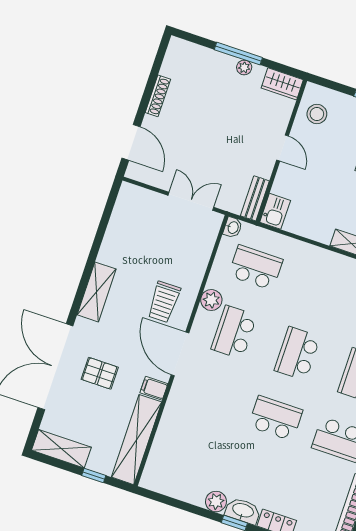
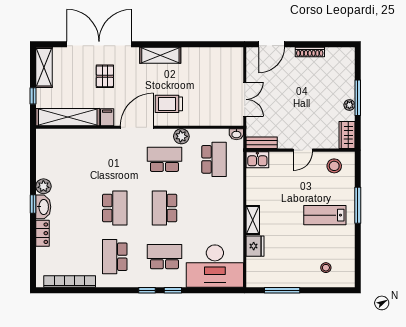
school desk: (297, 354) -> (164, 208), turned -90

